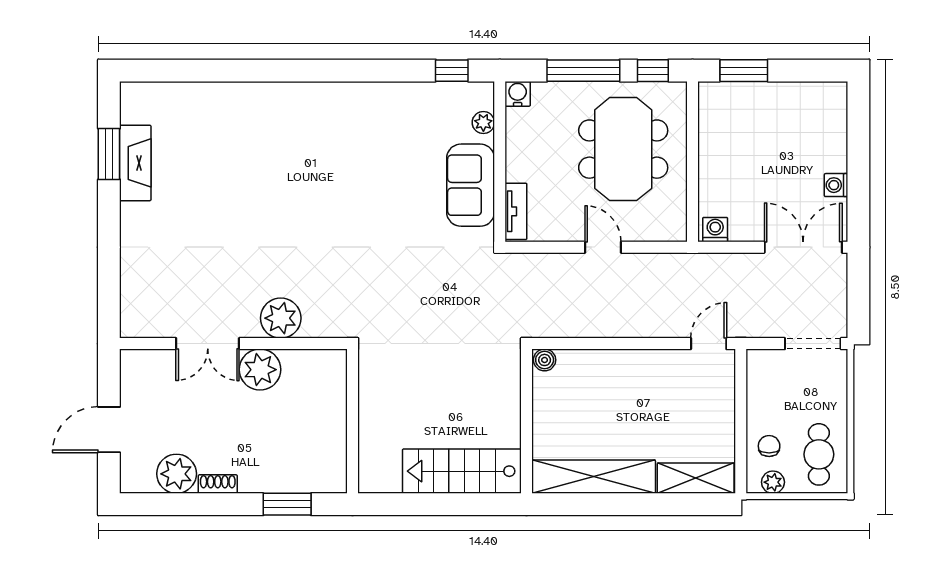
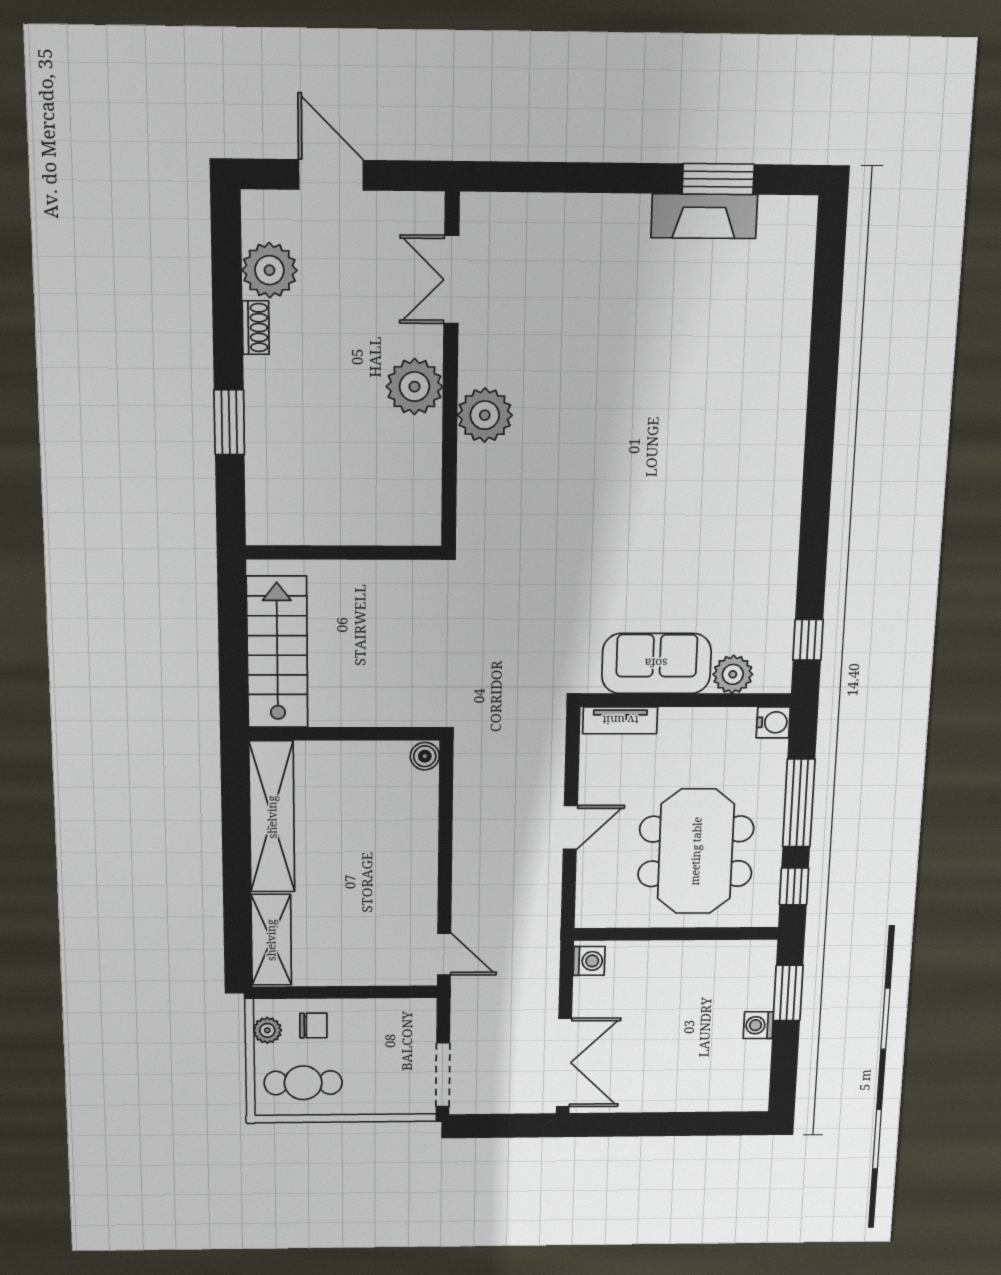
plant: (483, 123) -> (733, 674), width x1.38, depth x1.38
meeting table: (623, 149) -> (696, 851), turned 90
washing machine: (836, 185) -> (758, 1025), moved, turned -90
double door: (208, 344) -> (451, 280), moved
wall: (353, 421) -> (344, 553), moved

